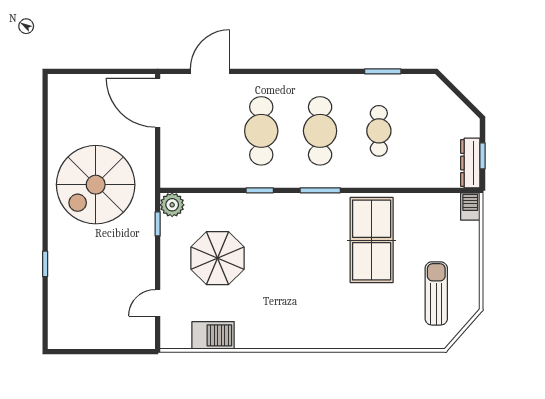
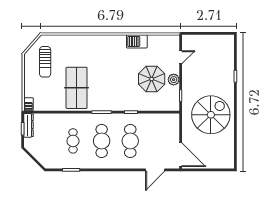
plant: (172, 205) -> (174, 80), moved
barbecue: (213, 335) -> (137, 41), moved

